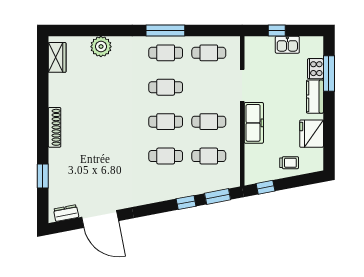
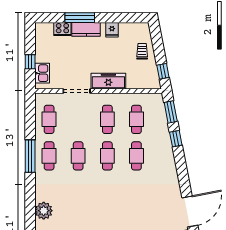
kitchen sink: (287, 45) -> (42, 73), moved
window: (329, 74) -> (80, 18), moved
fridge: (312, 134) -> (112, 30), width x0.53, depth x0.75

